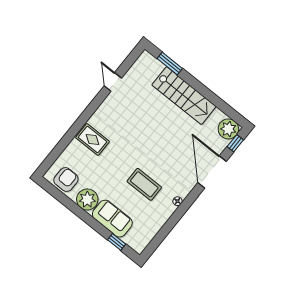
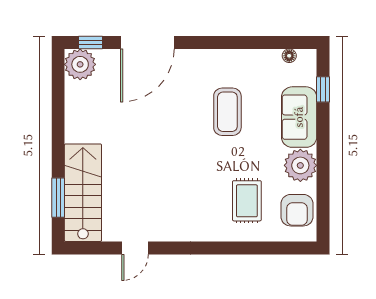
stairs: (184, 96) -> (83, 193), moved
rug: (93, 140) -> (247, 201), moved
armchair: (66, 180) -> (297, 210), turned -90
floor lamp: (177, 201) -> (289, 56), moved

